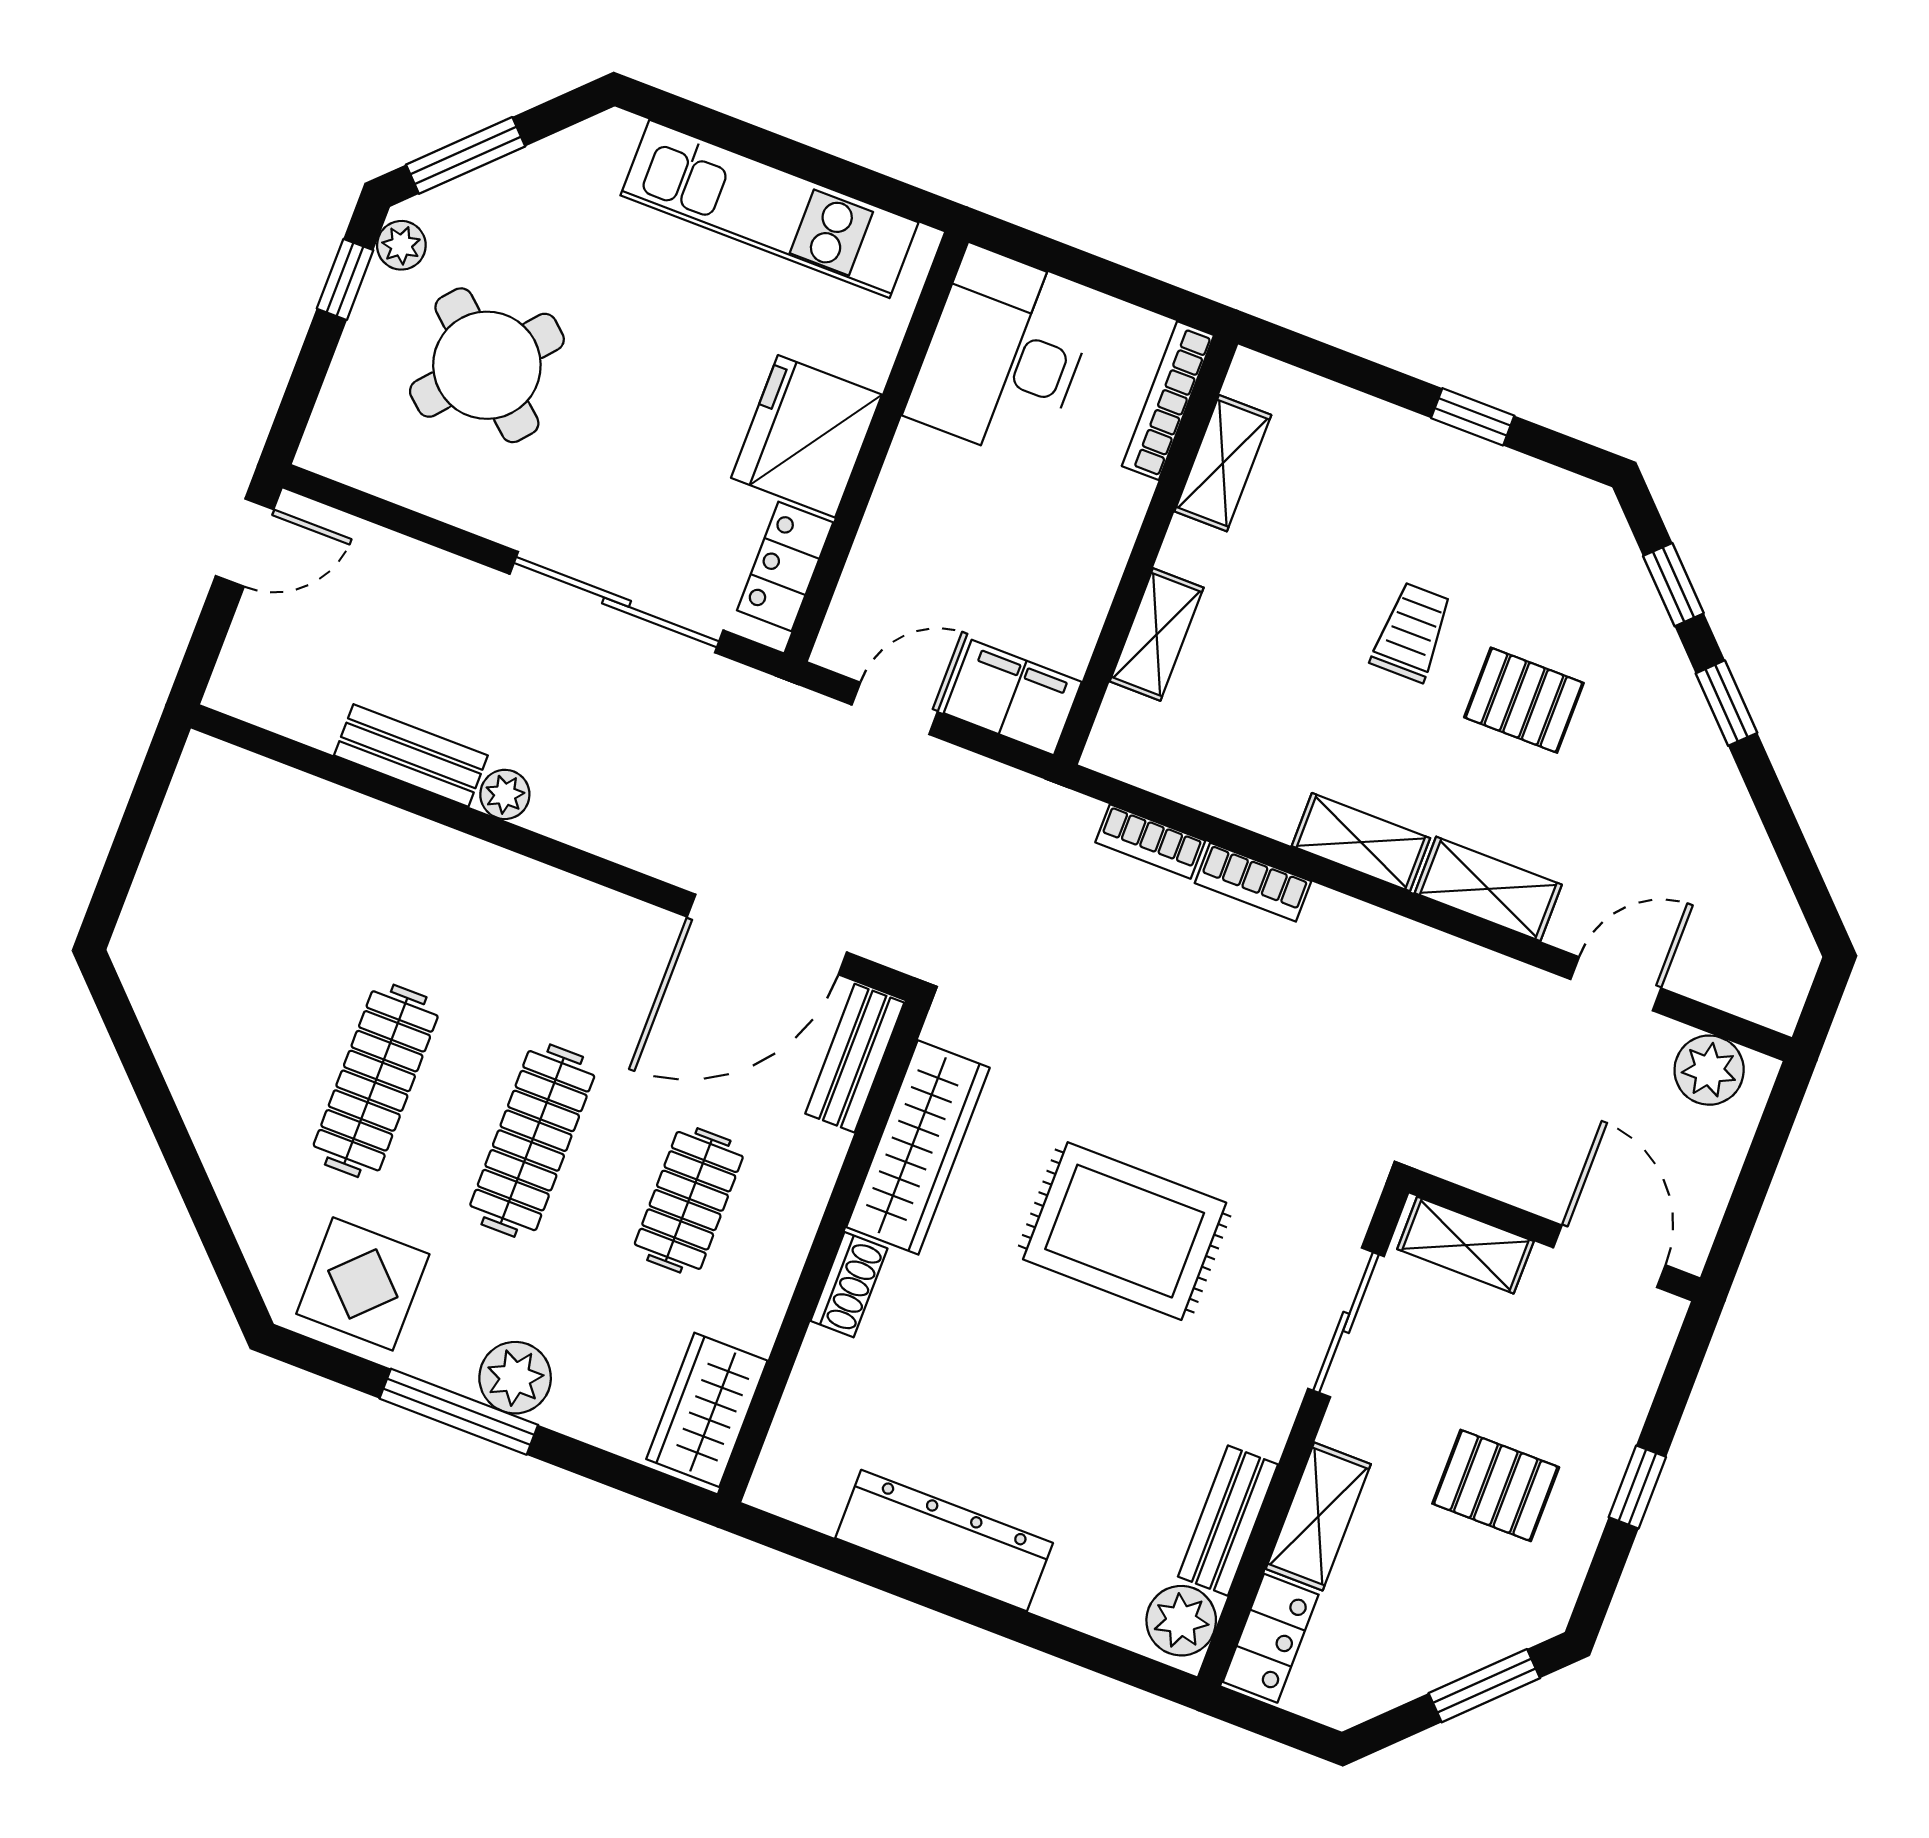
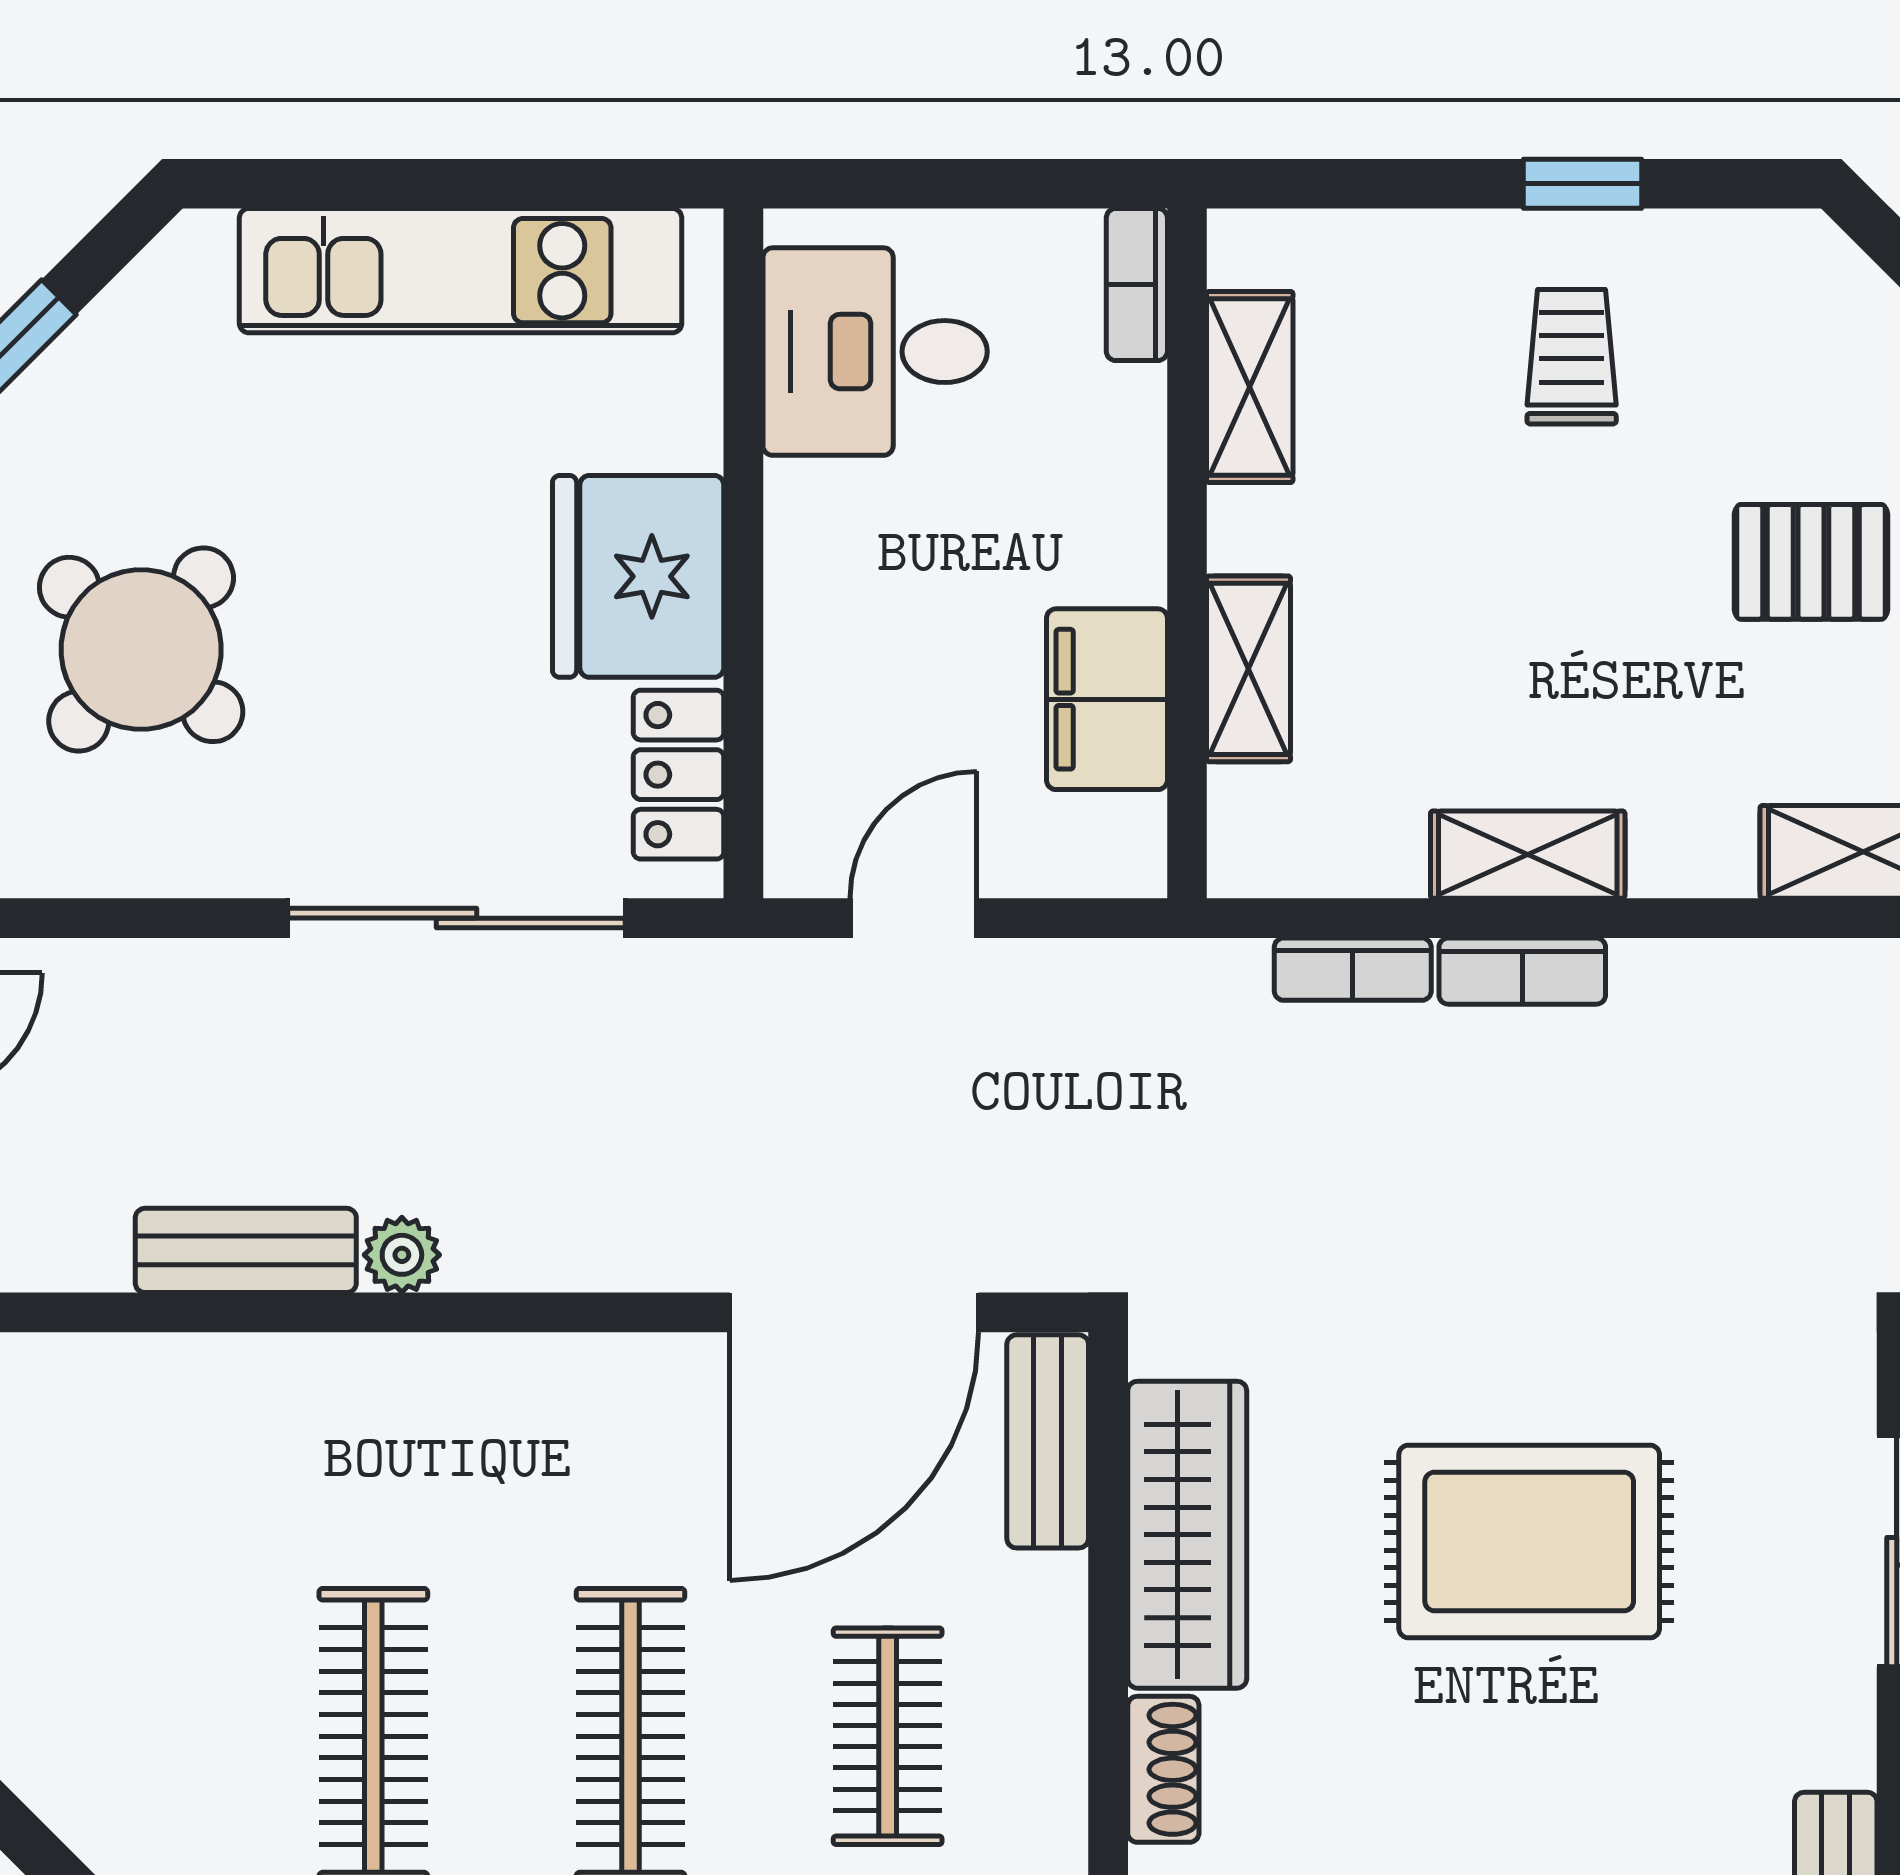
desk: (1003, 355) -> (875, 352), width x0.73
bookcase: (1168, 401) -> (1137, 285), width x0.64
trolley: (1412, 632) -> (1572, 357), moved
filing cabinet: (1013, 698) -> (1107, 699), moved, turned -90
shelving: (1361, 842) -> (1528, 855), moved

